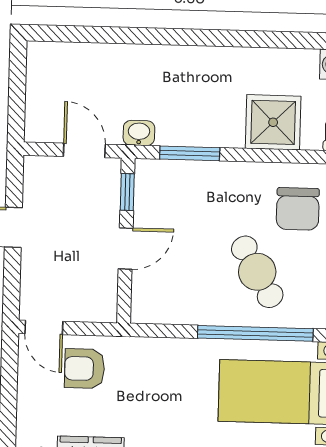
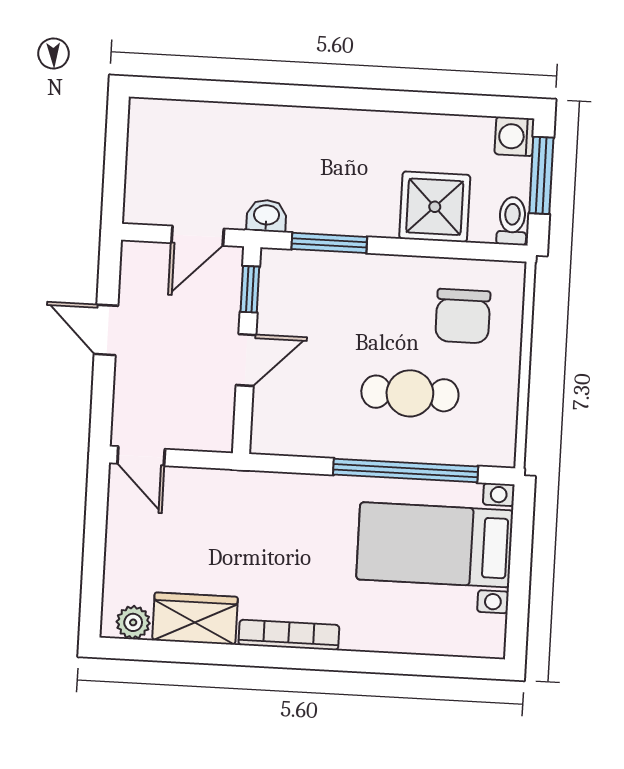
door: (84, 150) -> (198, 236), swing flipped
cafe table: (257, 272) -> (410, 393), turned -60
armchair: (85, 369) -> (191, 509), removed

